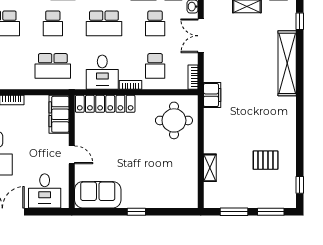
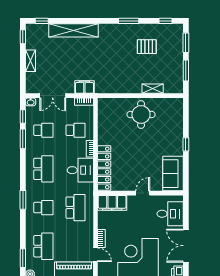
filing cabinet: (212, 95) -> (84, 87), moved
round table: (174, 120) -> (141, 114), moved
window: (300, 136) -> (129, 21), added
pallet: (266, 160) -> (147, 47), turned 90

